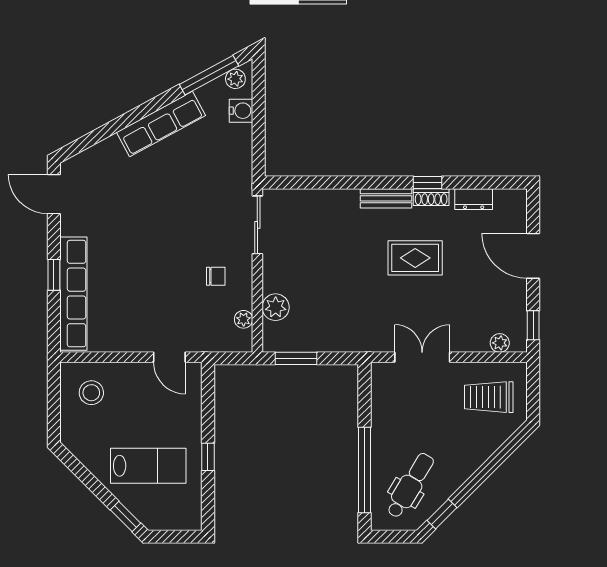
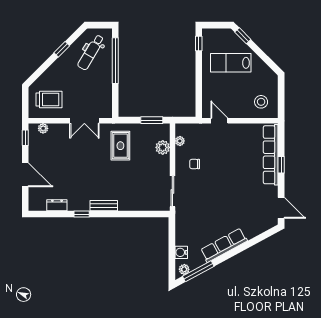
shoe rack: (431, 197) -> (80, 206), removed
rug: (415, 258) -> (120, 146), moved, turned 90
window: (208, 457) -> (199, 43), moved
window: (442, 514) -> (62, 49), moved

